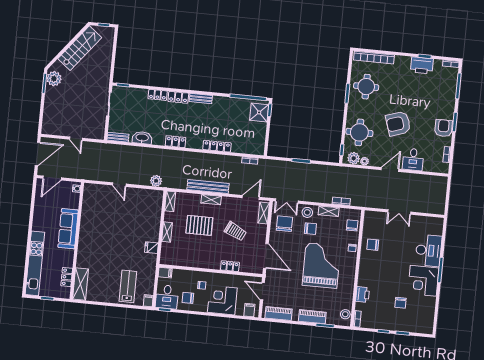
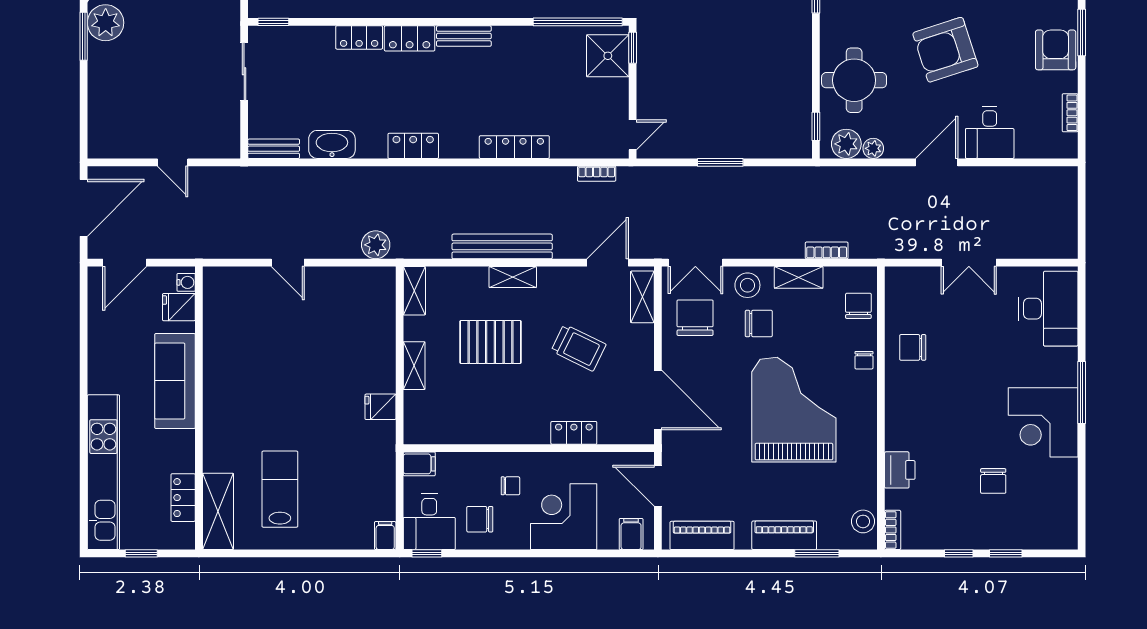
door: (266, 146) -> (633, 135), added
fridge: (73, 199) -> (179, 307), added
desk: (428, 250) -> (1048, 309), moved
lab bench: (128, 286) -> (280, 489), moved

